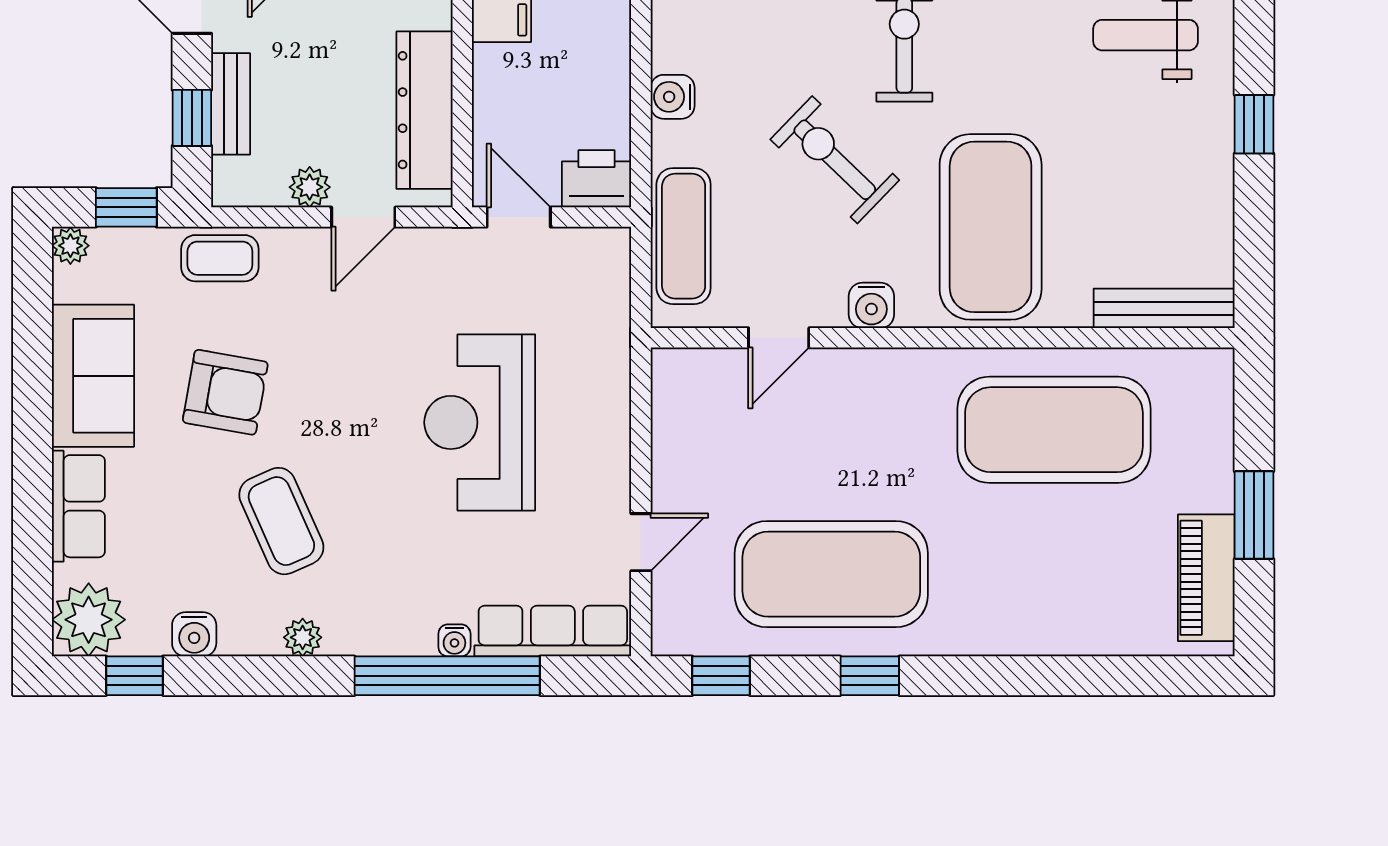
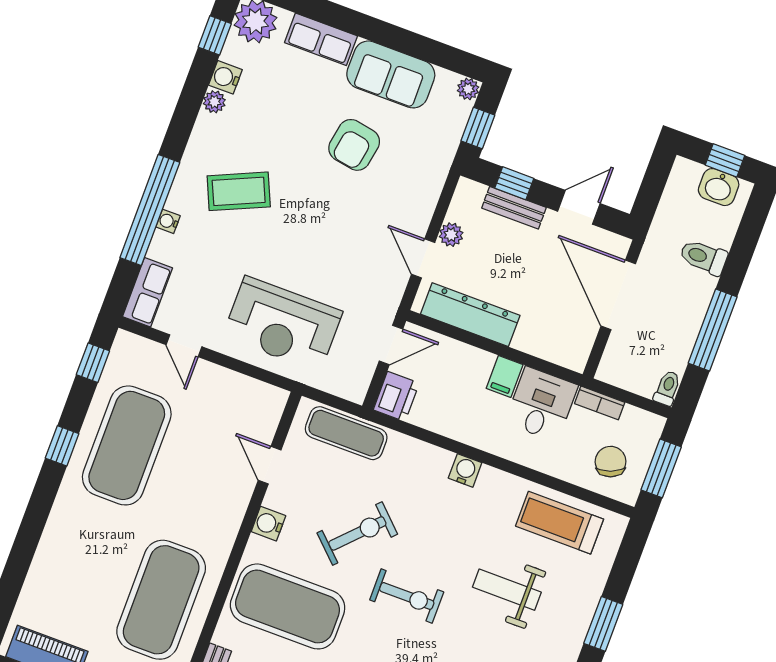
water cooler: (673, 97) -> (465, 470), moved
coffee table: (220, 258) -> (430, 170), removed
reception desk: (480, 422) -> (283, 324), moved, turned 180
coffee table: (281, 521) -> (239, 191), moved
row of seats: (553, 631) -> (148, 292), width x0.68
plant: (303, 637) -> (214, 102), moved

